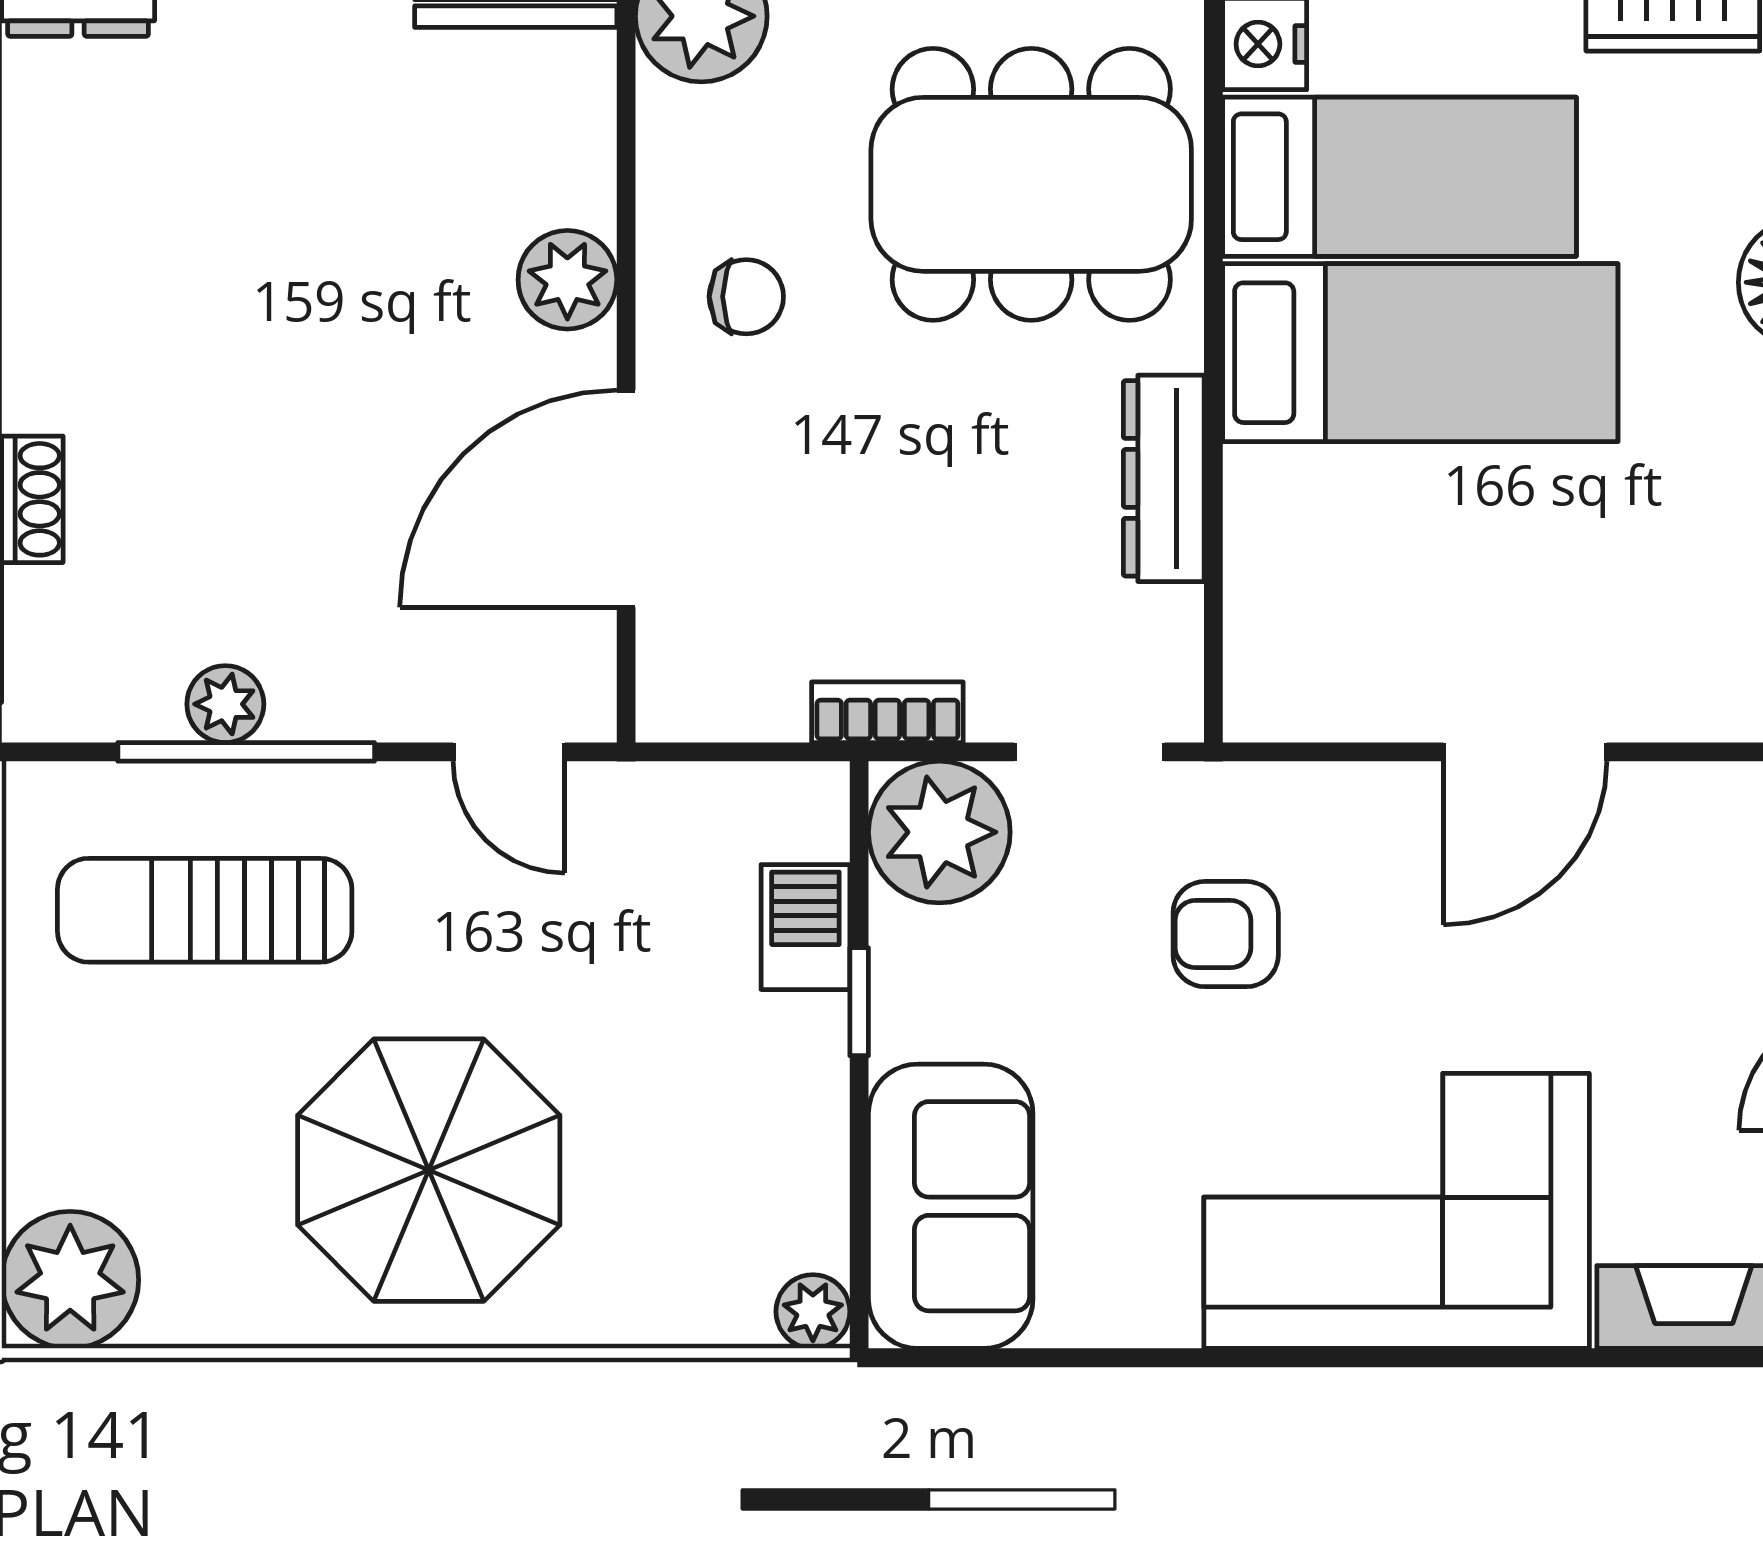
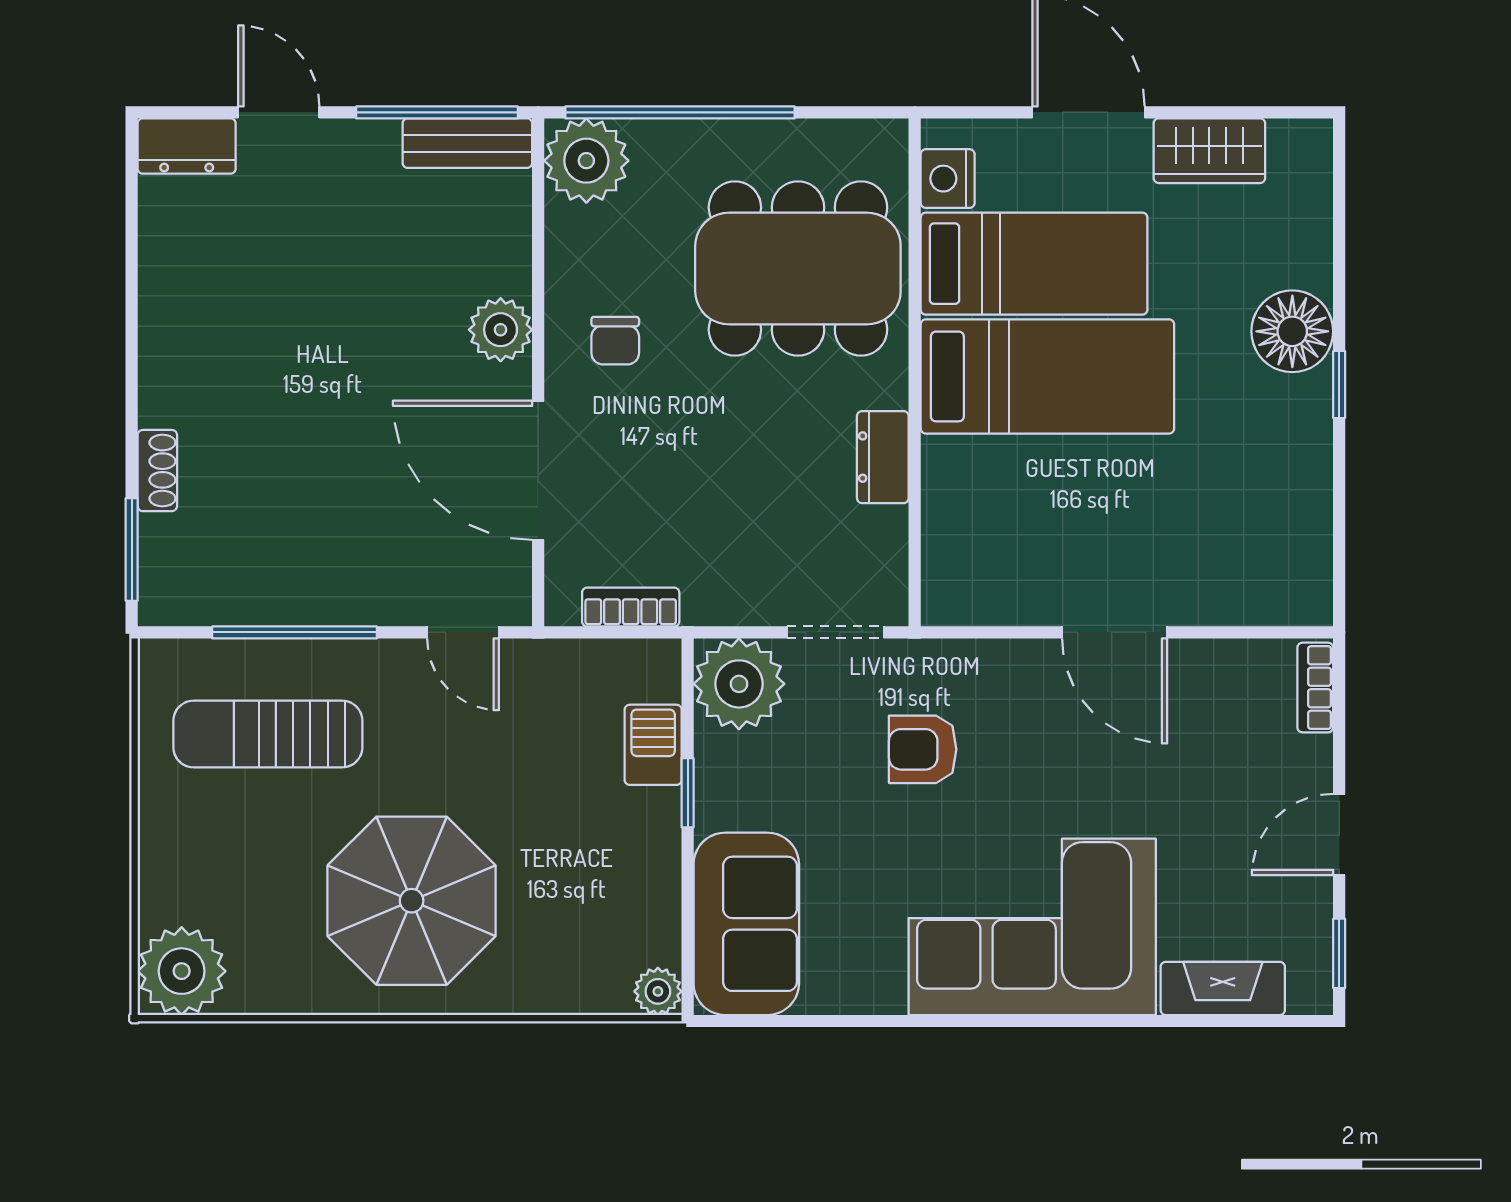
chair: (746, 297) -> (615, 341), turned 90
dresser: (1164, 478) -> (883, 457), width x0.70
door: (626, 499) -> (538, 470), hinge flipped
plant: (225, 704) -> (281, 602), removed
bookcase: (887, 712) -> (631, 607), moved
door: (1525, 752) -> (1115, 632), hinge flipped

